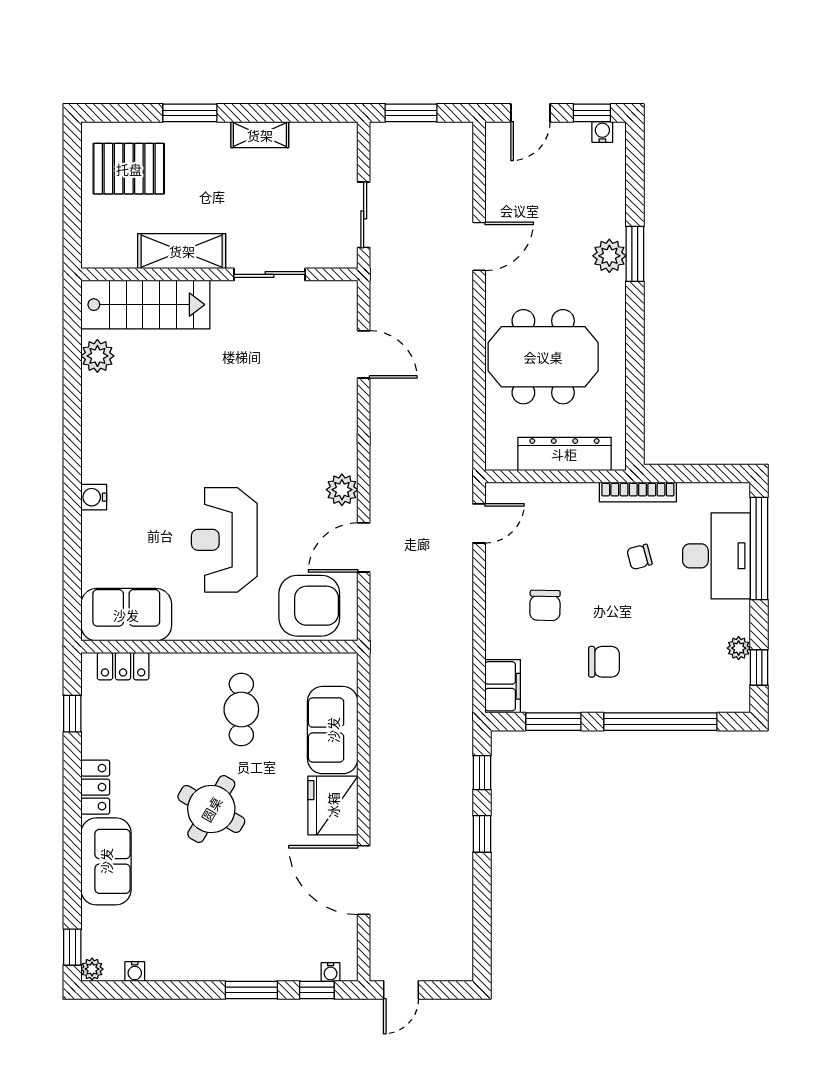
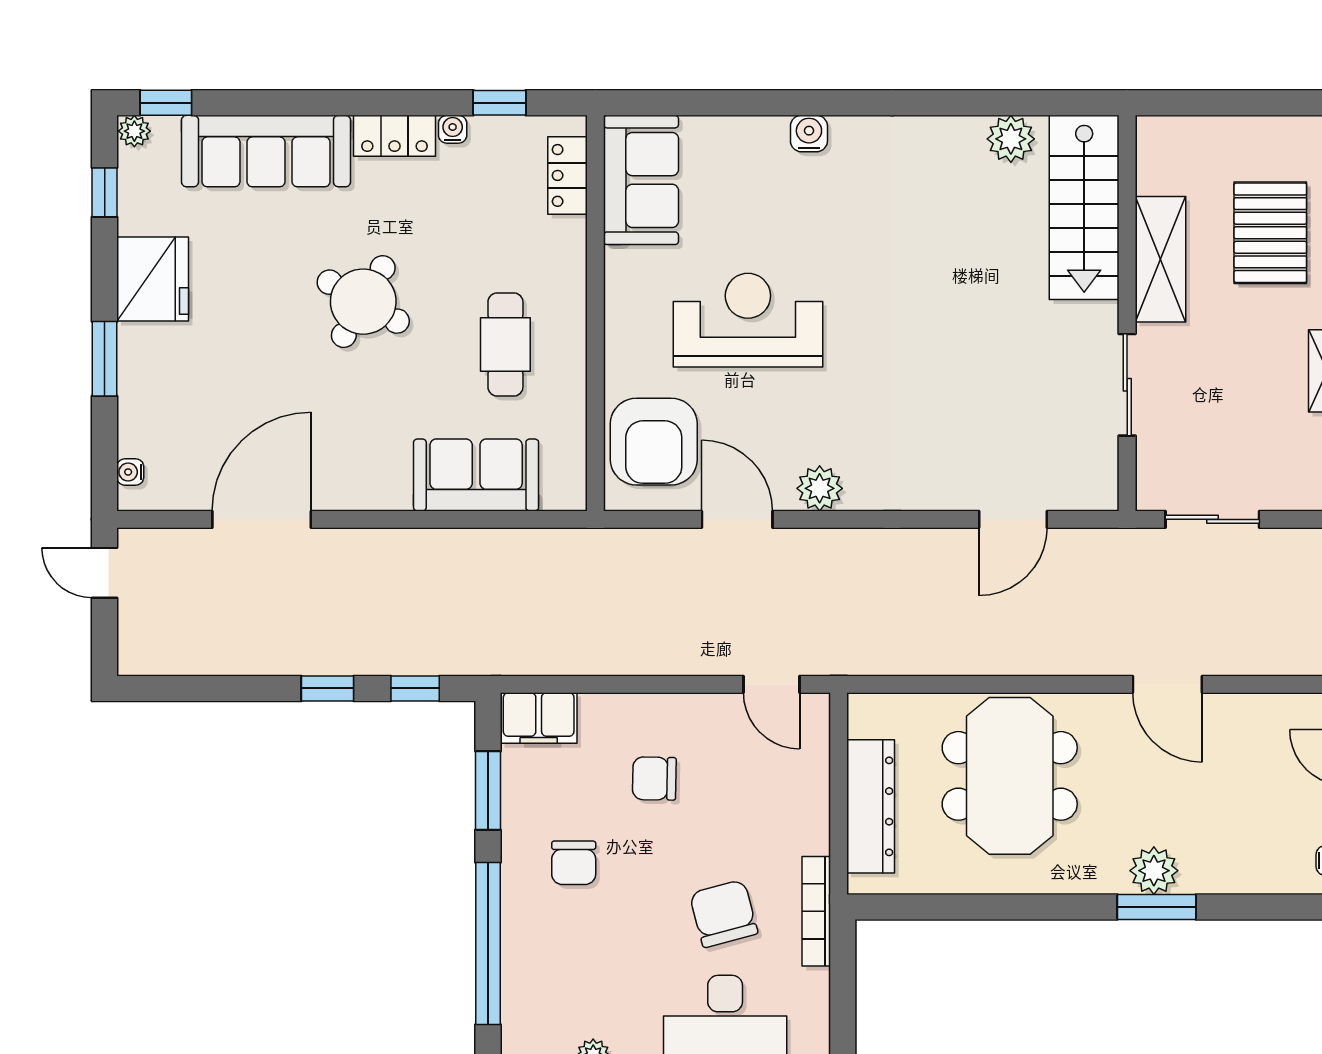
pallet: (129, 169) -> (1270, 233), moved
chair: (639, 557) -> (724, 914), width x1.87, depth x1.87
cafe table: (241, 709) -> (505, 345), turned 90
fridge: (333, 805) -> (153, 279), moved, turned 90
sofa: (106, 861) -> (266, 151), width x1.36
water cooler: (135, 971) -> (453, 129), moved, turned 90
window: (317, 990) -> (105, 192), moved

